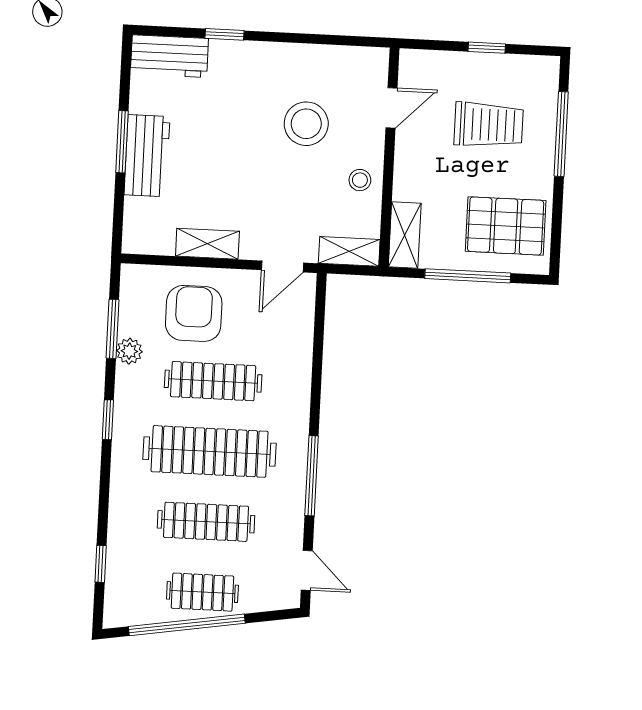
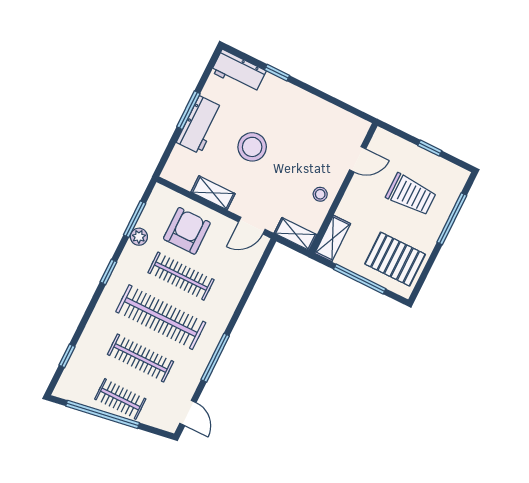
stool: (306, 124) -> (252, 147), moved

